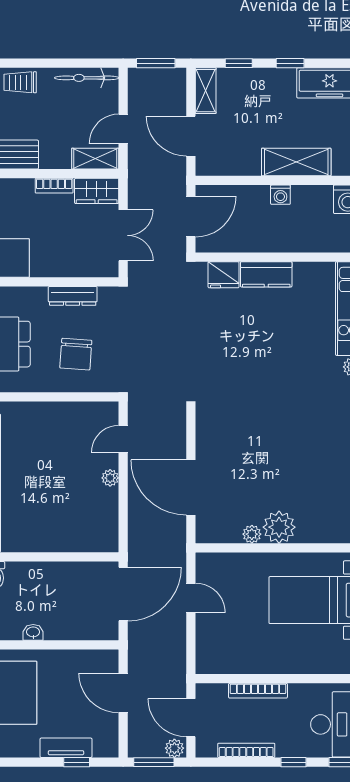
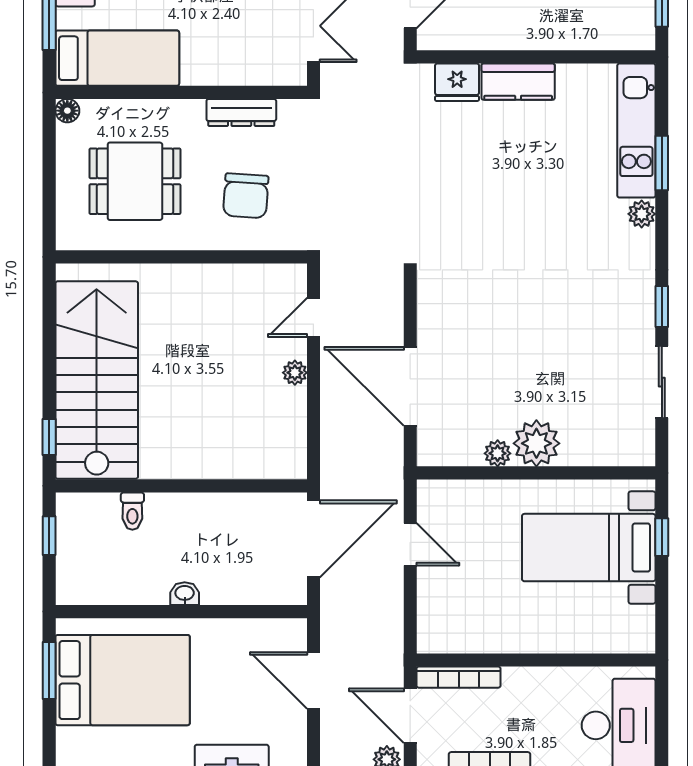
bookcase: (258, 691) -> (459, 677), moved

